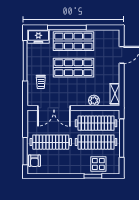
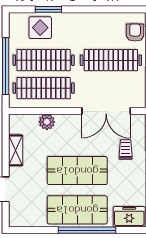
shelving: (115, 94) -> (16, 150), moved
double door: (54, 108) -> (106, 111), swing flipped

